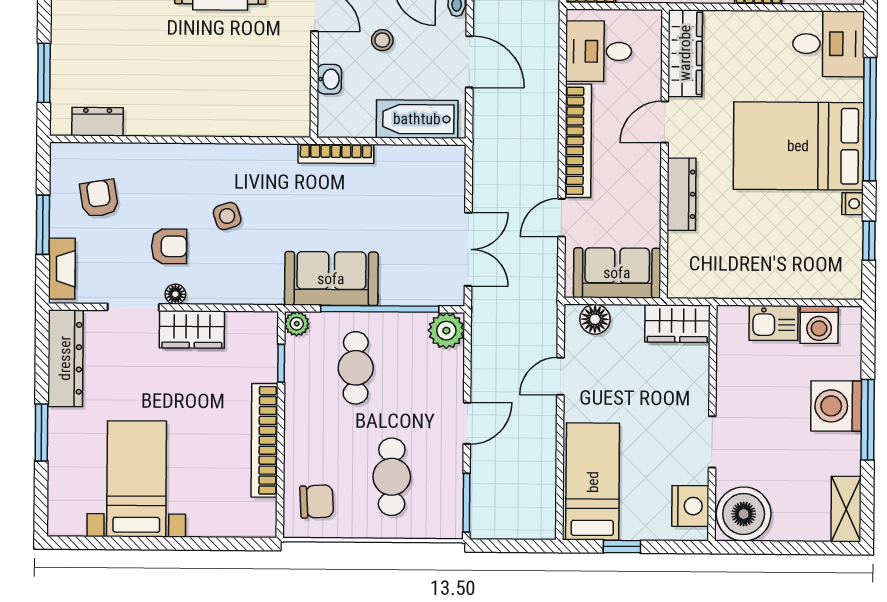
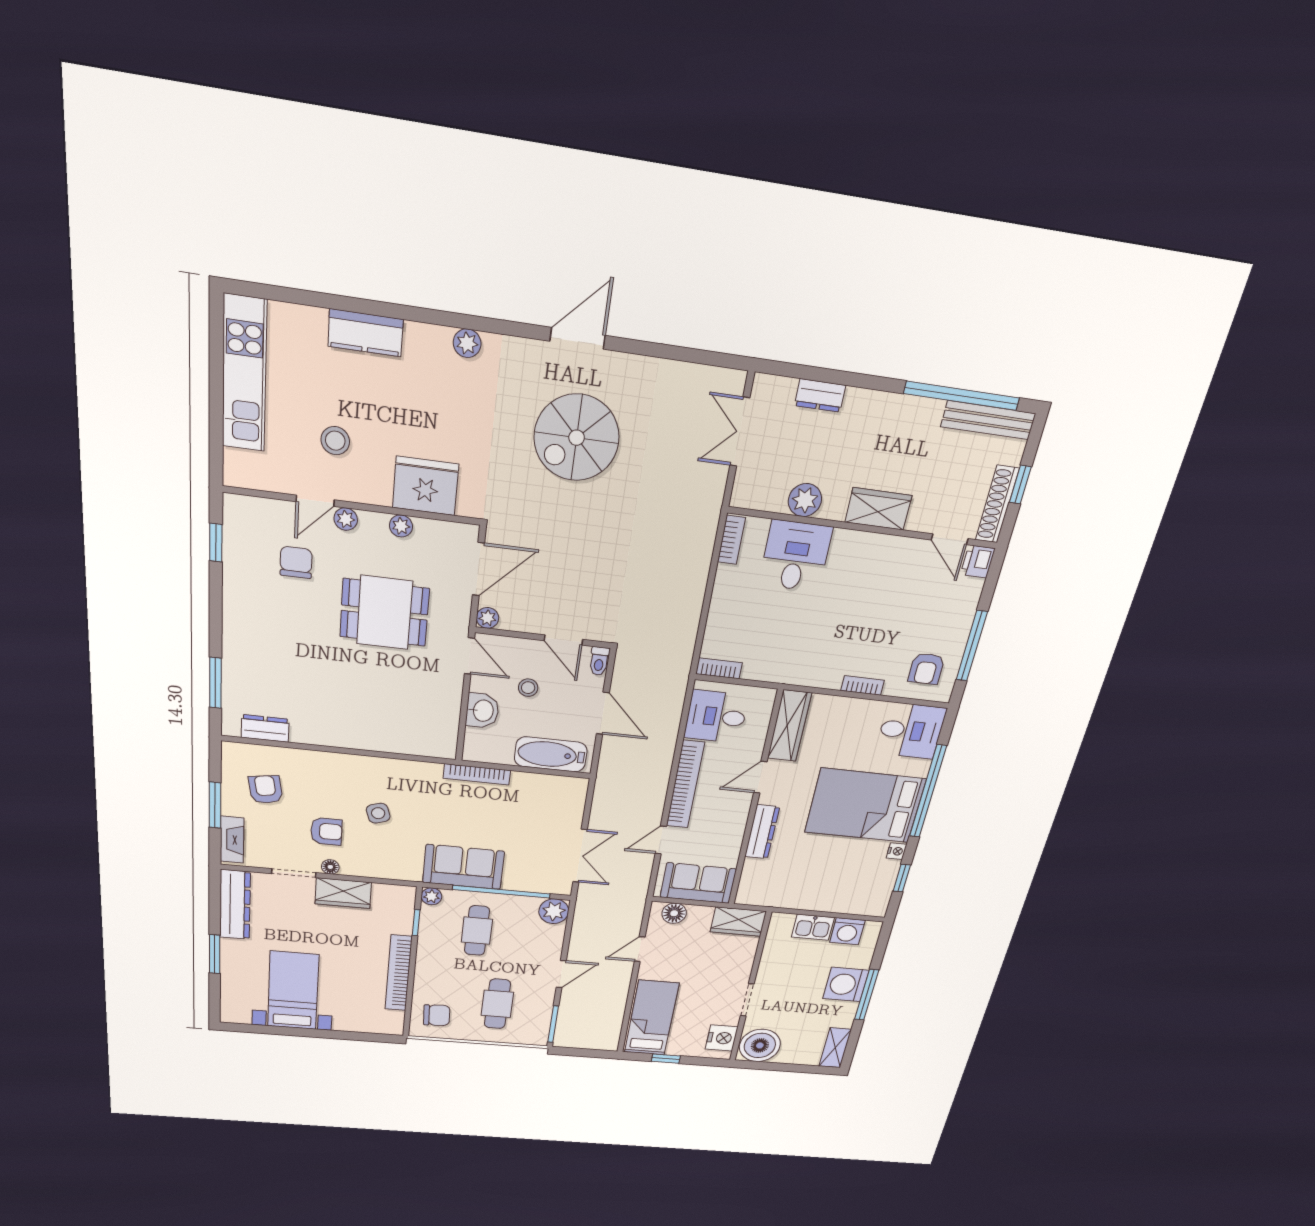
washbasin: (329, 79) -> (482, 711), width x1.38, depth x1.45

